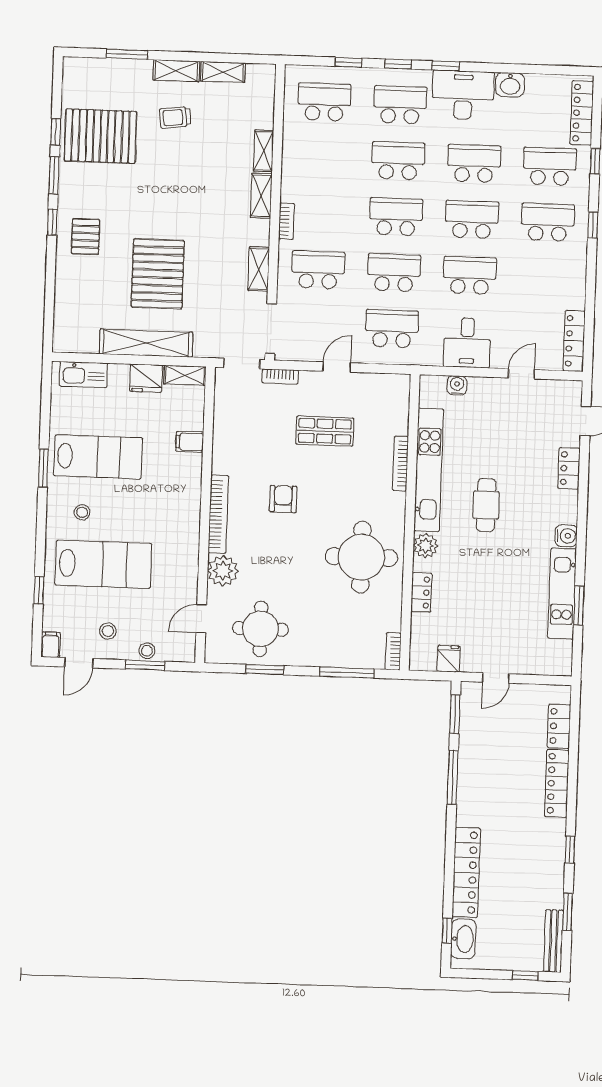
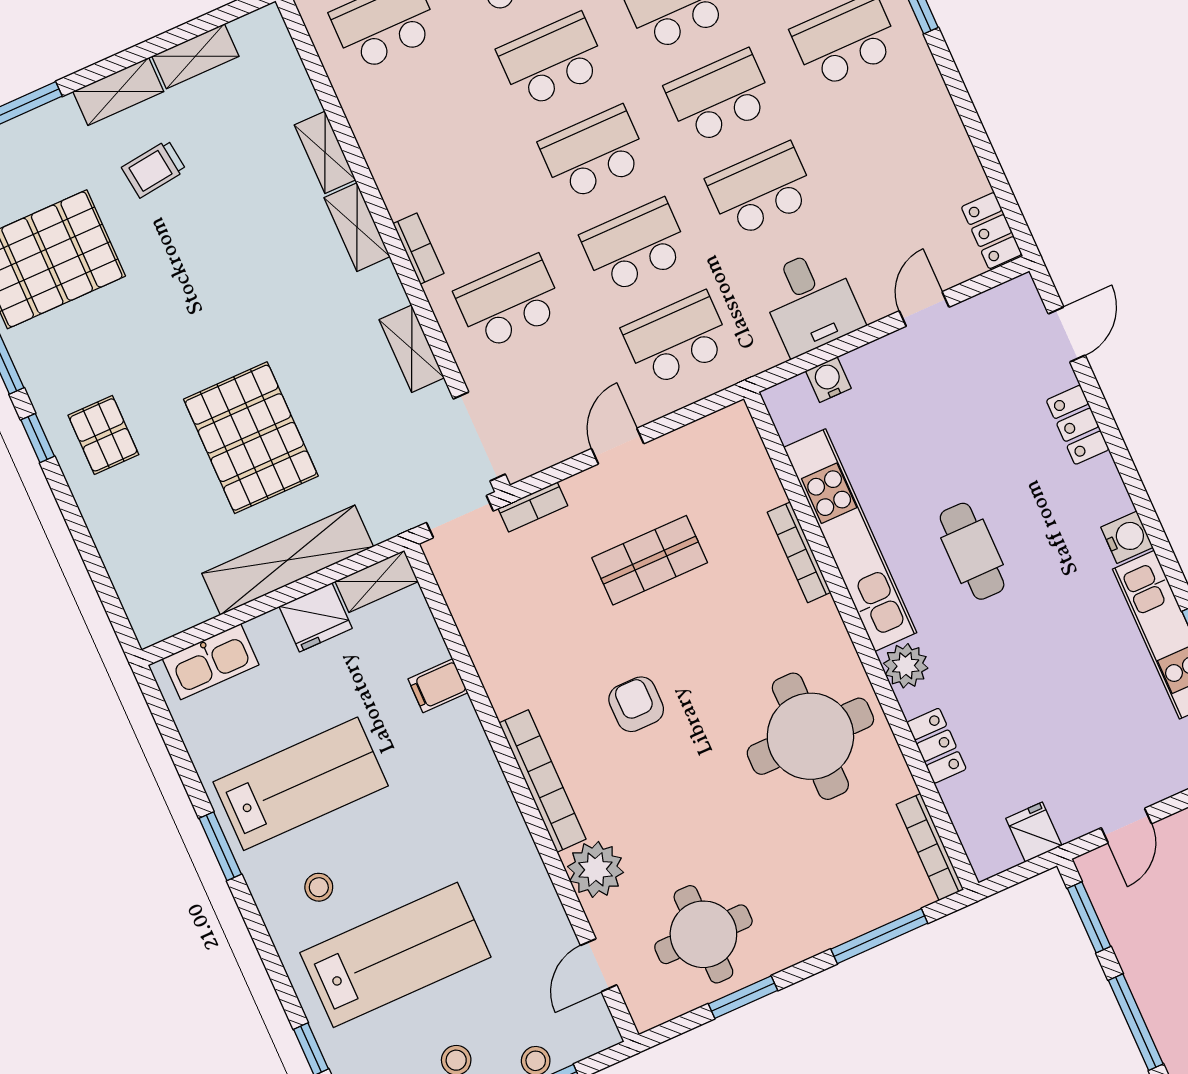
locker: (574, 341) -> (992, 231), width x0.66
bookcase: (393, 651) -> (930, 847), width x1.56

